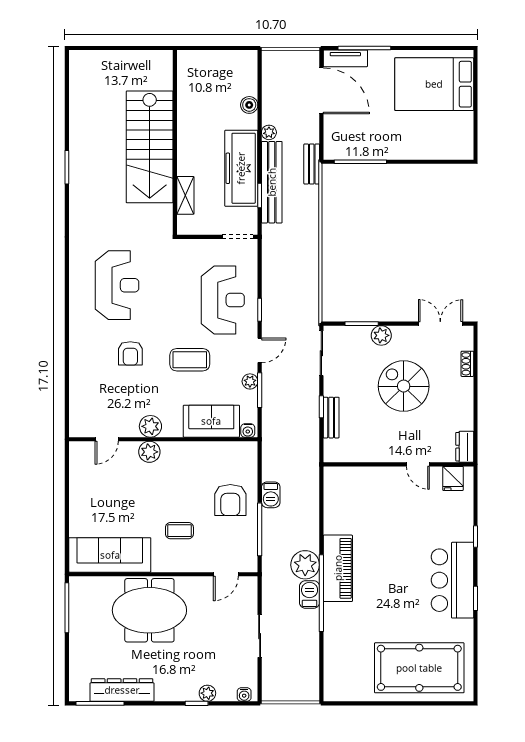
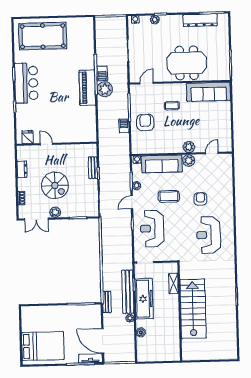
plant: (381, 335) -> (55, 212), moved
sofa: (211, 421) -> (162, 164), width x1.36
dresser: (465, 447) -> (22, 169), moved

